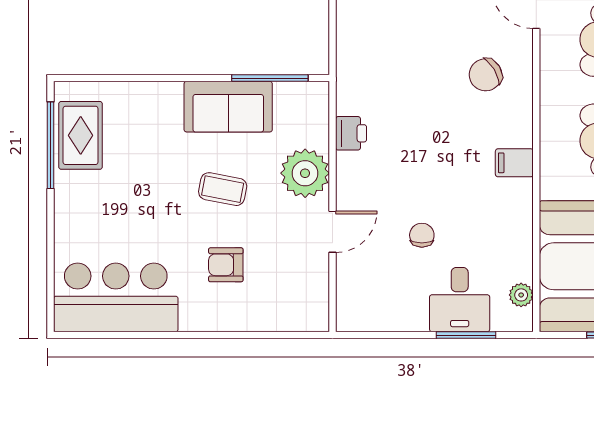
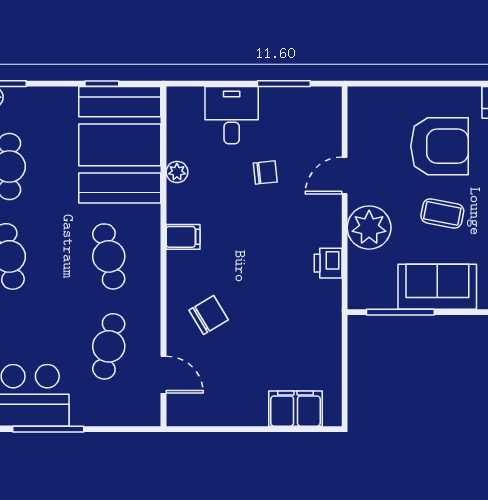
chair: (422, 235) -> (265, 172), turned -96
armchair: (226, 265) -> (439, 146), width x1.88, depth x1.88
plant: (521, 295) -> (177, 172), moved
window: (466, 335) -> (284, 84), moved

